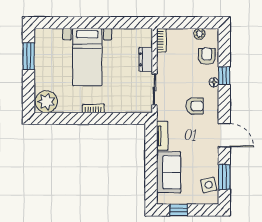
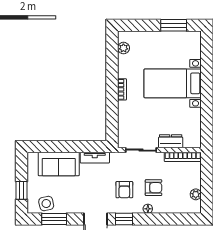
bookcase: (161, 40) -> (183, 157), width x1.56
armchair: (207, 56) -> (153, 188), moved
window: (224, 76) -> (124, 219), moved
plant: (46, 102) -> (123, 48), width x0.53, depth x0.53
window: (179, 210) -> (22, 190), moved

